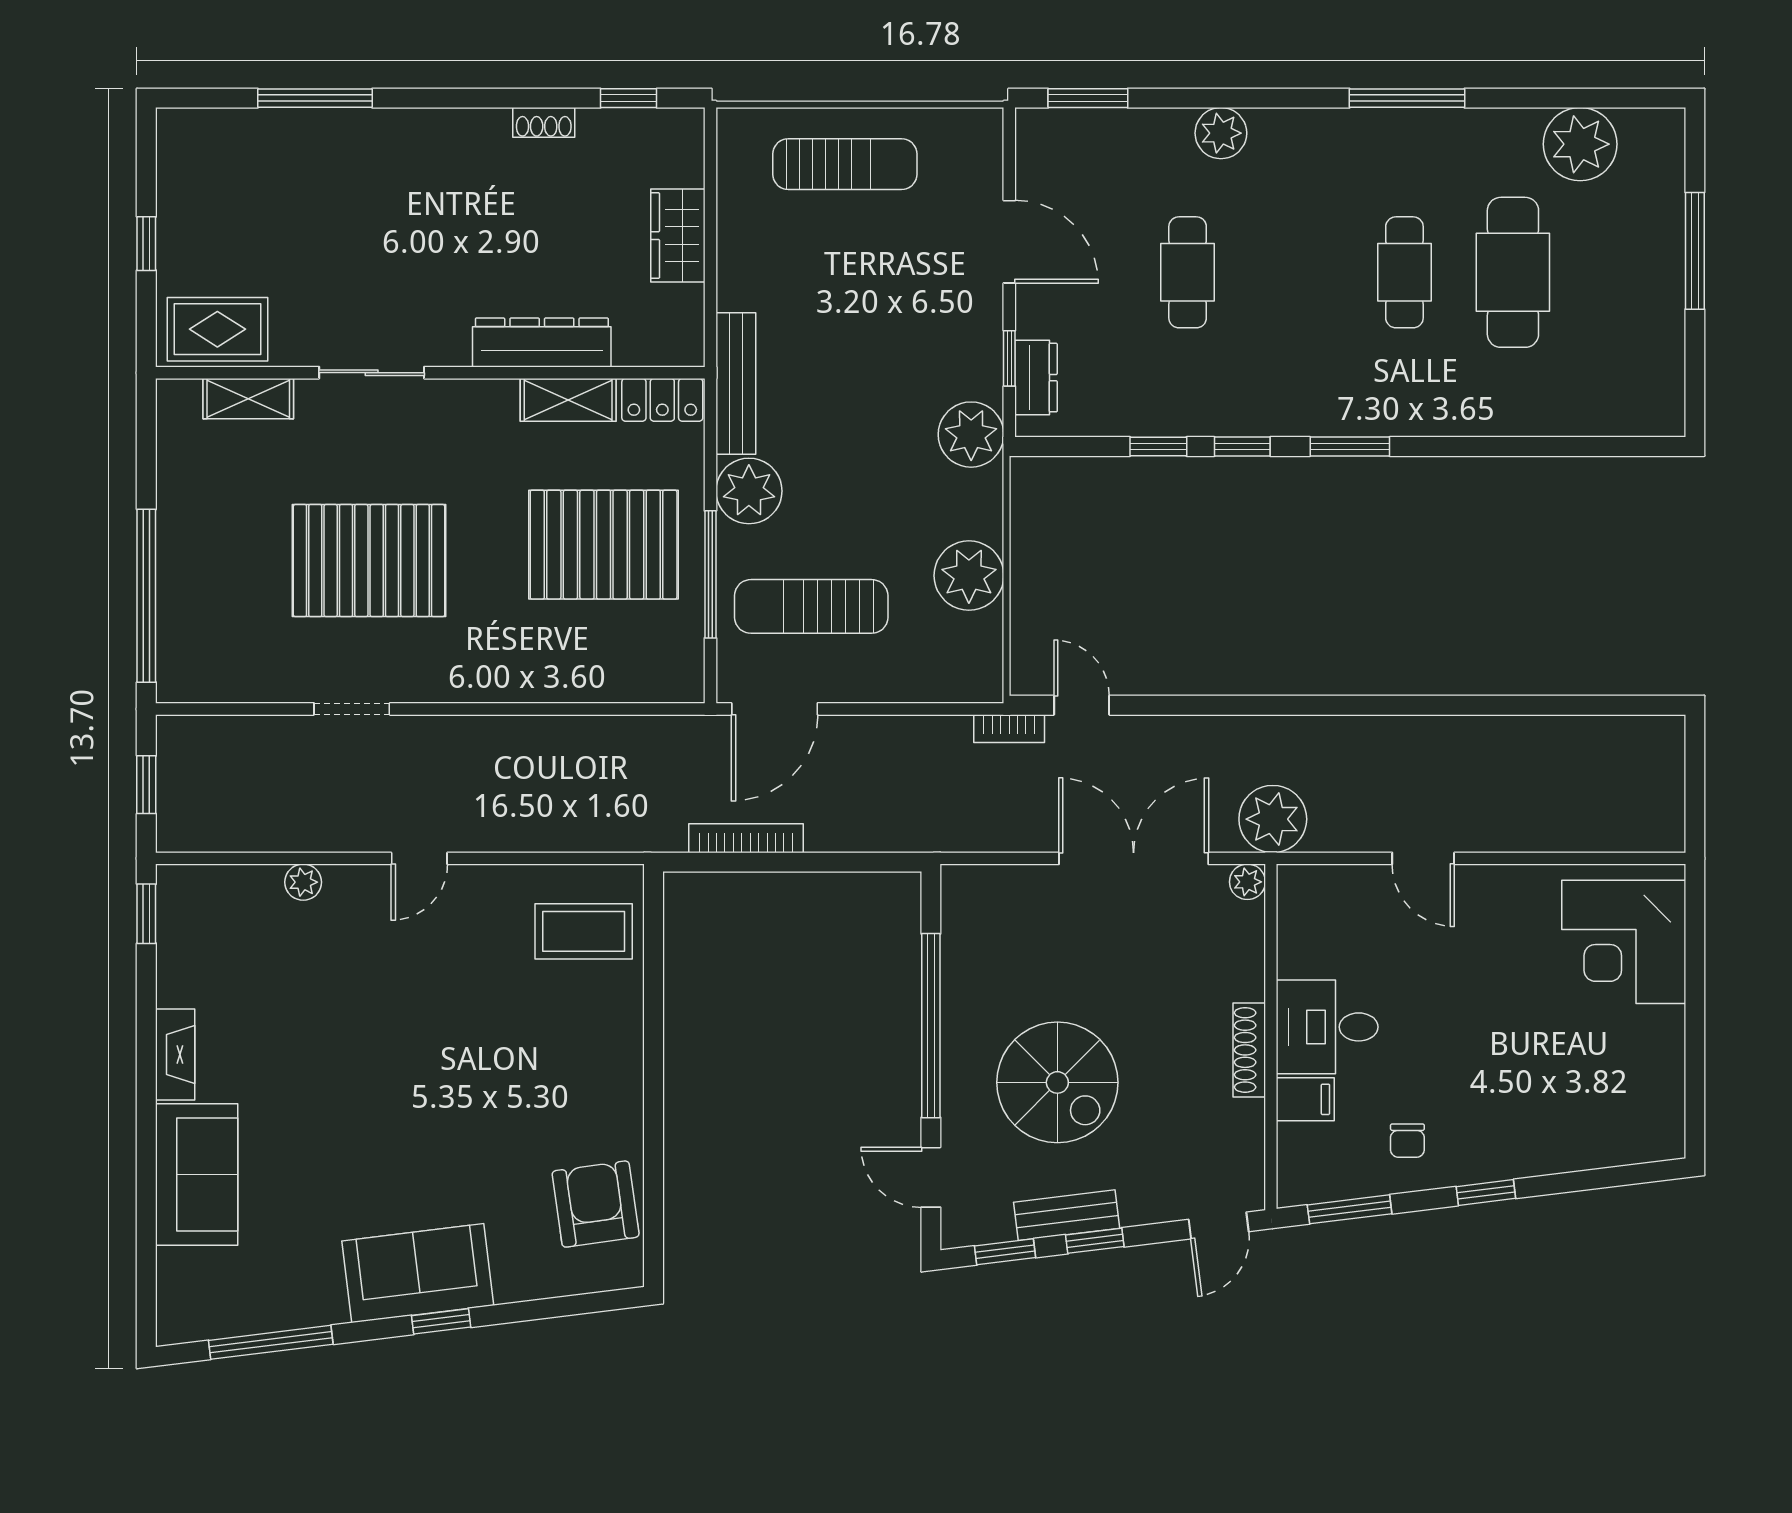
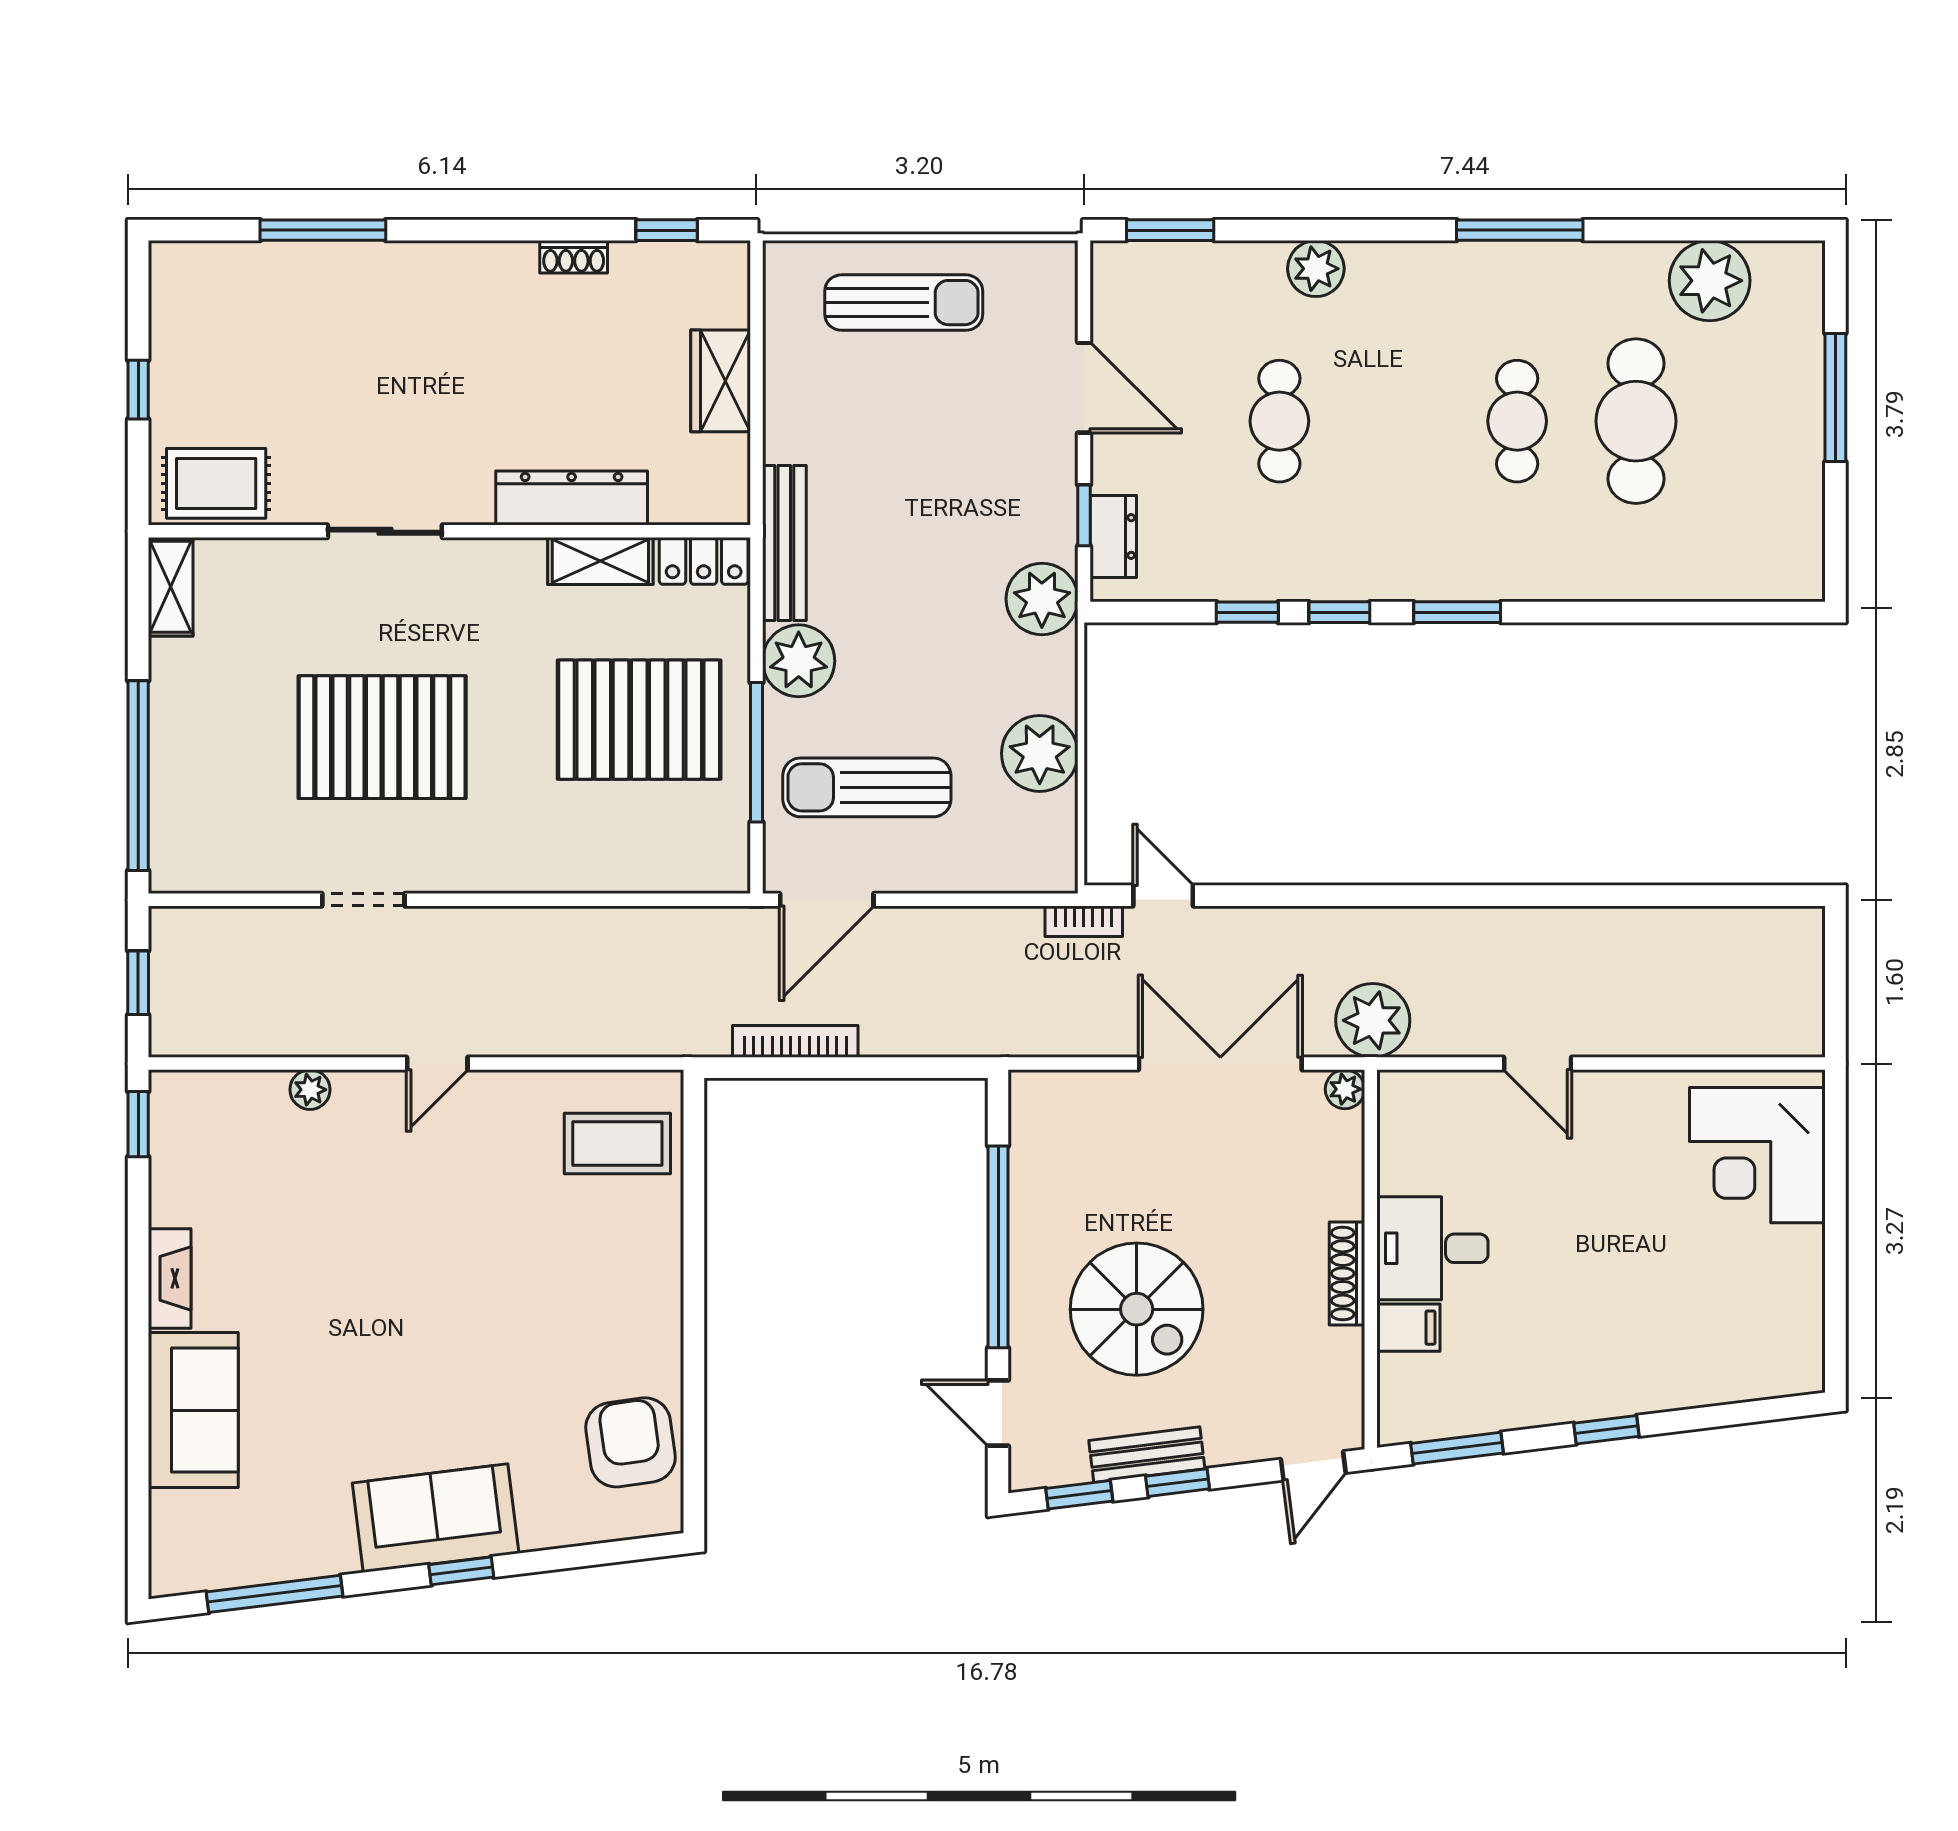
shelving: (248, 399) -> (171, 587), moved, turned 90
chair: (1407, 1141) -> (1520, 1373), removed

